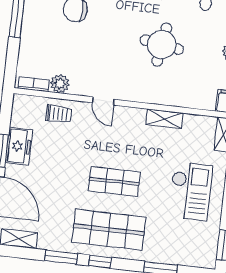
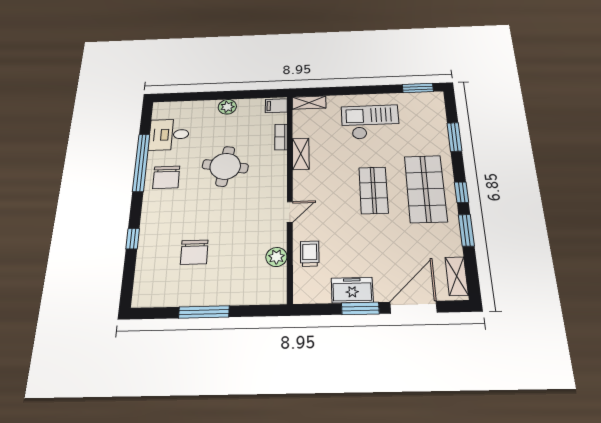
bookcase: (34, 84) -> (281, 137), moved

